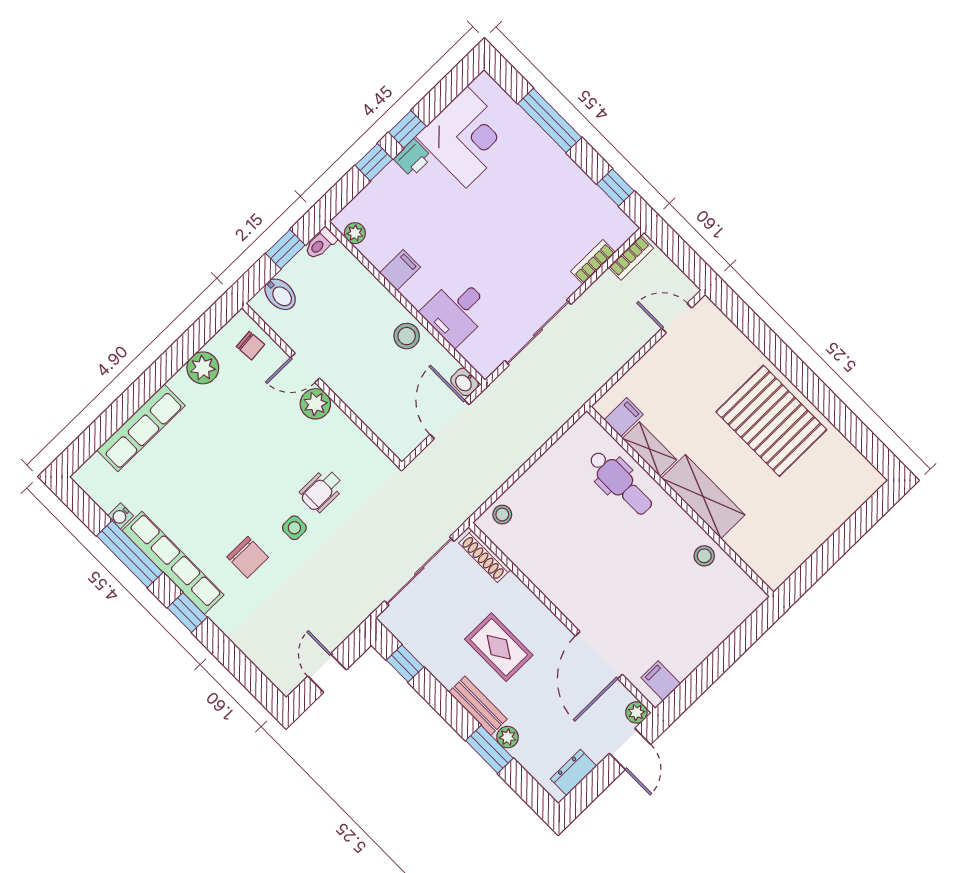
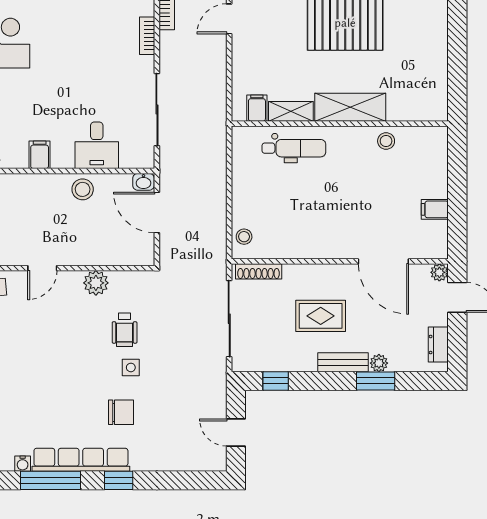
plant: (315, 404) -> (96, 283), moved
filing cabinet: (661, 681) -> (435, 209), moved

